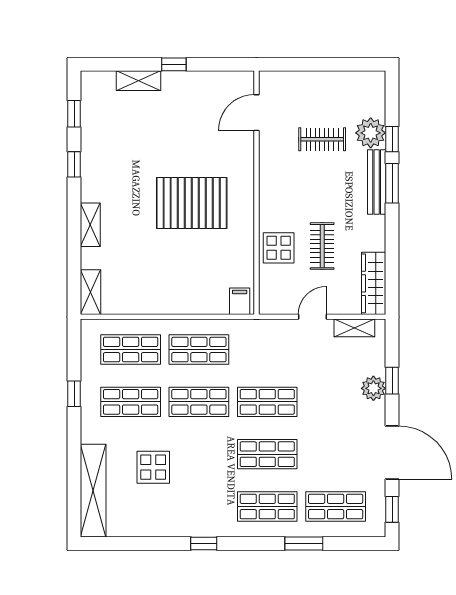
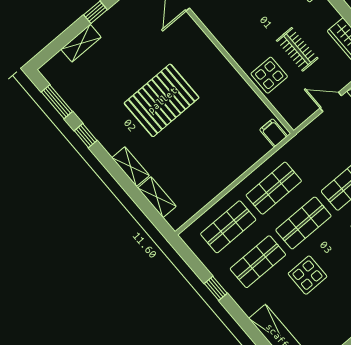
window: (74, 114) -> (57, 102), width x1.50
pallet: (192, 203) -> (162, 100), moved
shelving: (91, 292) -> (157, 197), moved
door: (312, 317) -> (331, 102), hinge flipped
display table: (153, 467) -> (308, 275), moved

